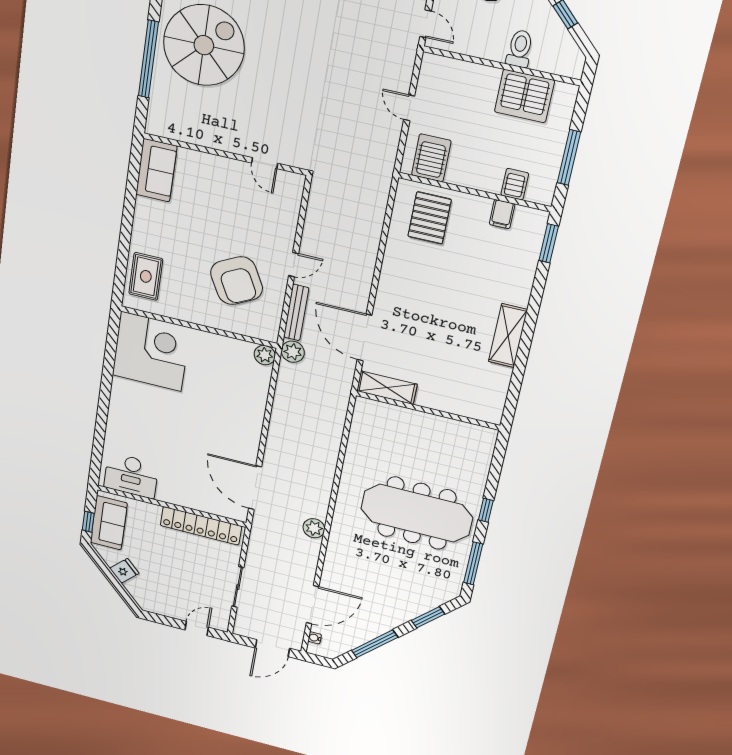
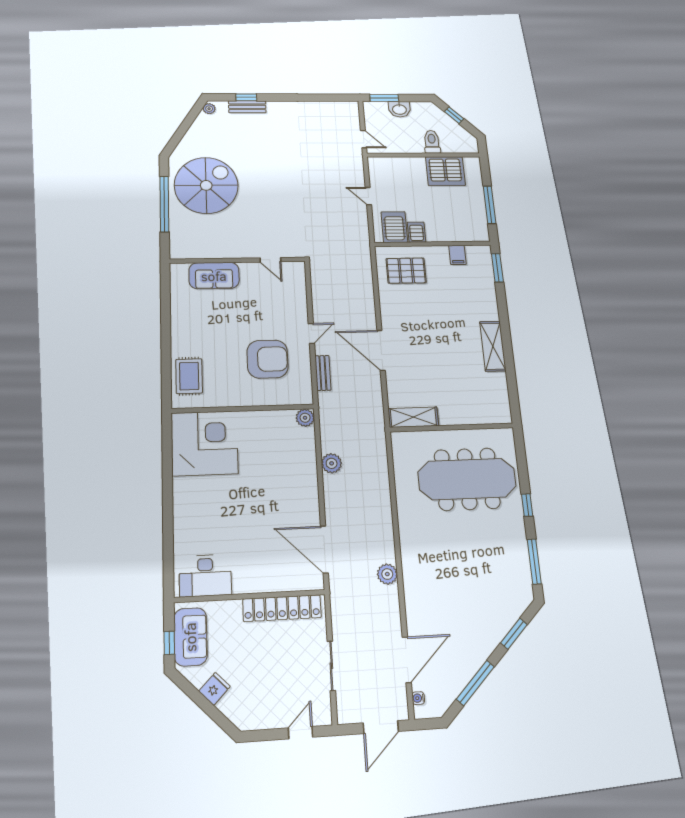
sofa: (156, 170) -> (214, 276), moved, turned 90
server rack: (515, 184) -> (416, 232), moved
pallet: (430, 218) -> (406, 271), turned 90
armchair: (237, 281) -> (268, 359), turned -62
bench: (296, 313) -> (323, 373), width x0.73
door: (365, 337) -> (381, 350), moved
plant: (293, 352) -> (332, 463), moved
meeting table: (417, 513) -> (467, 479), moved

